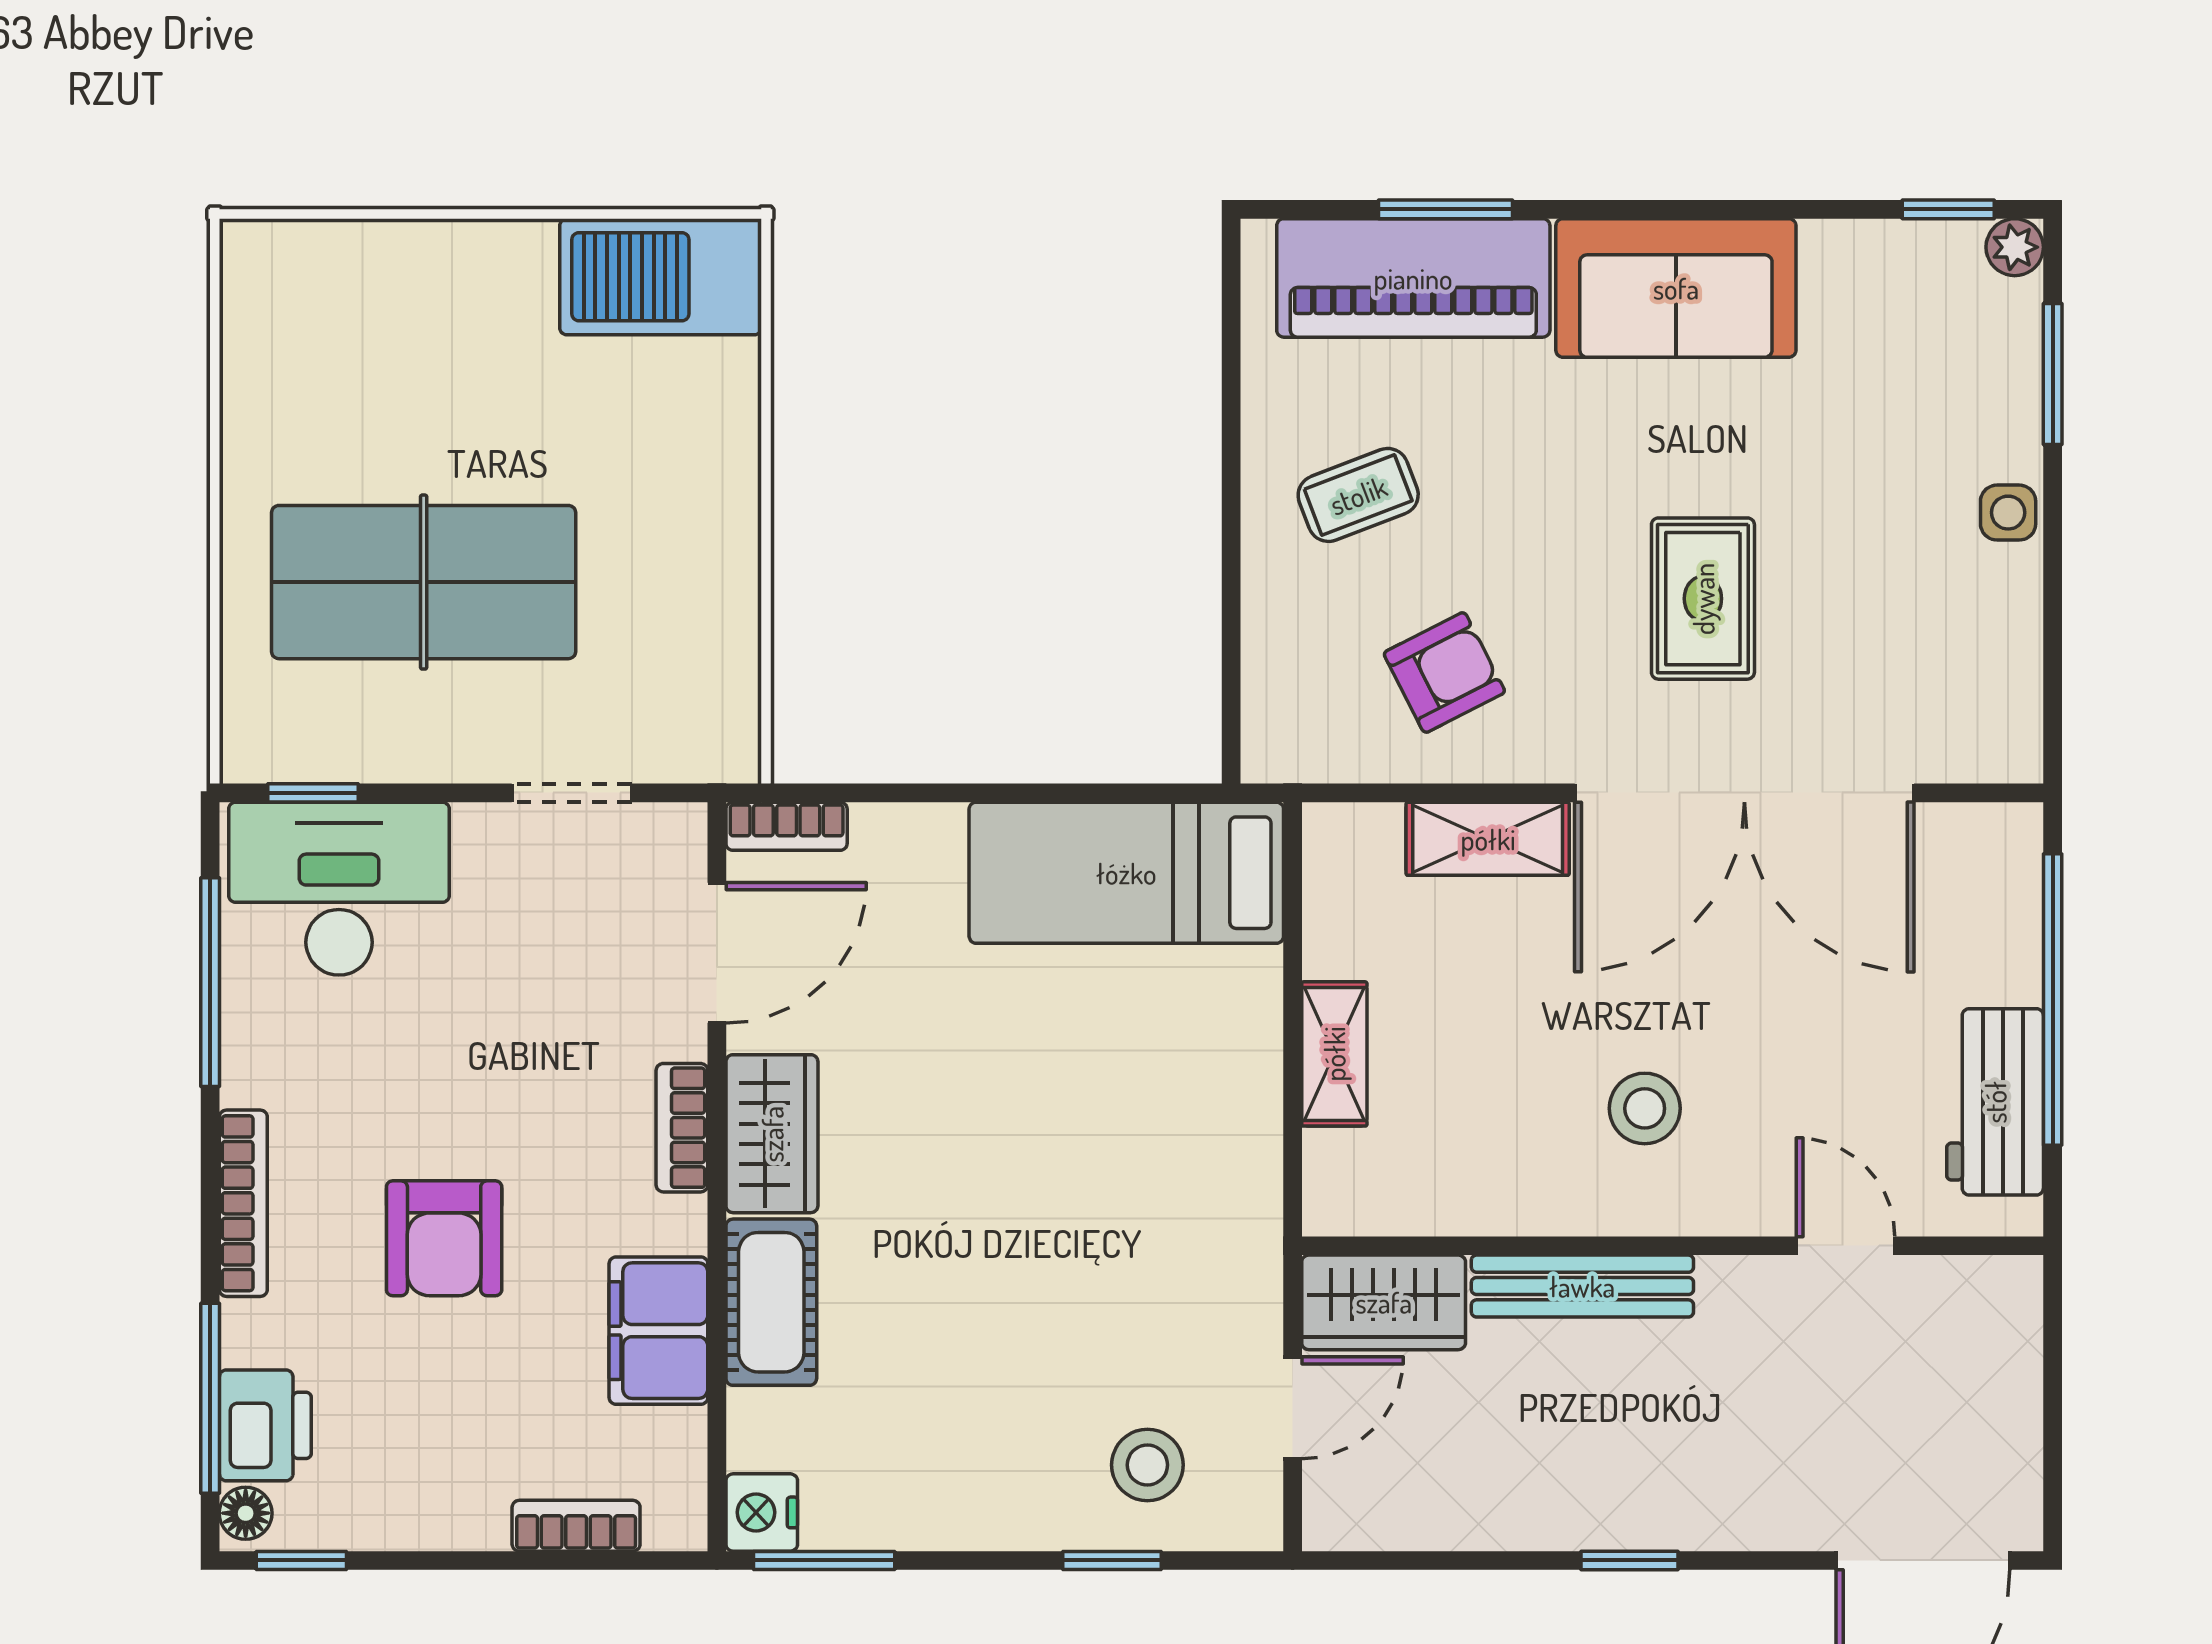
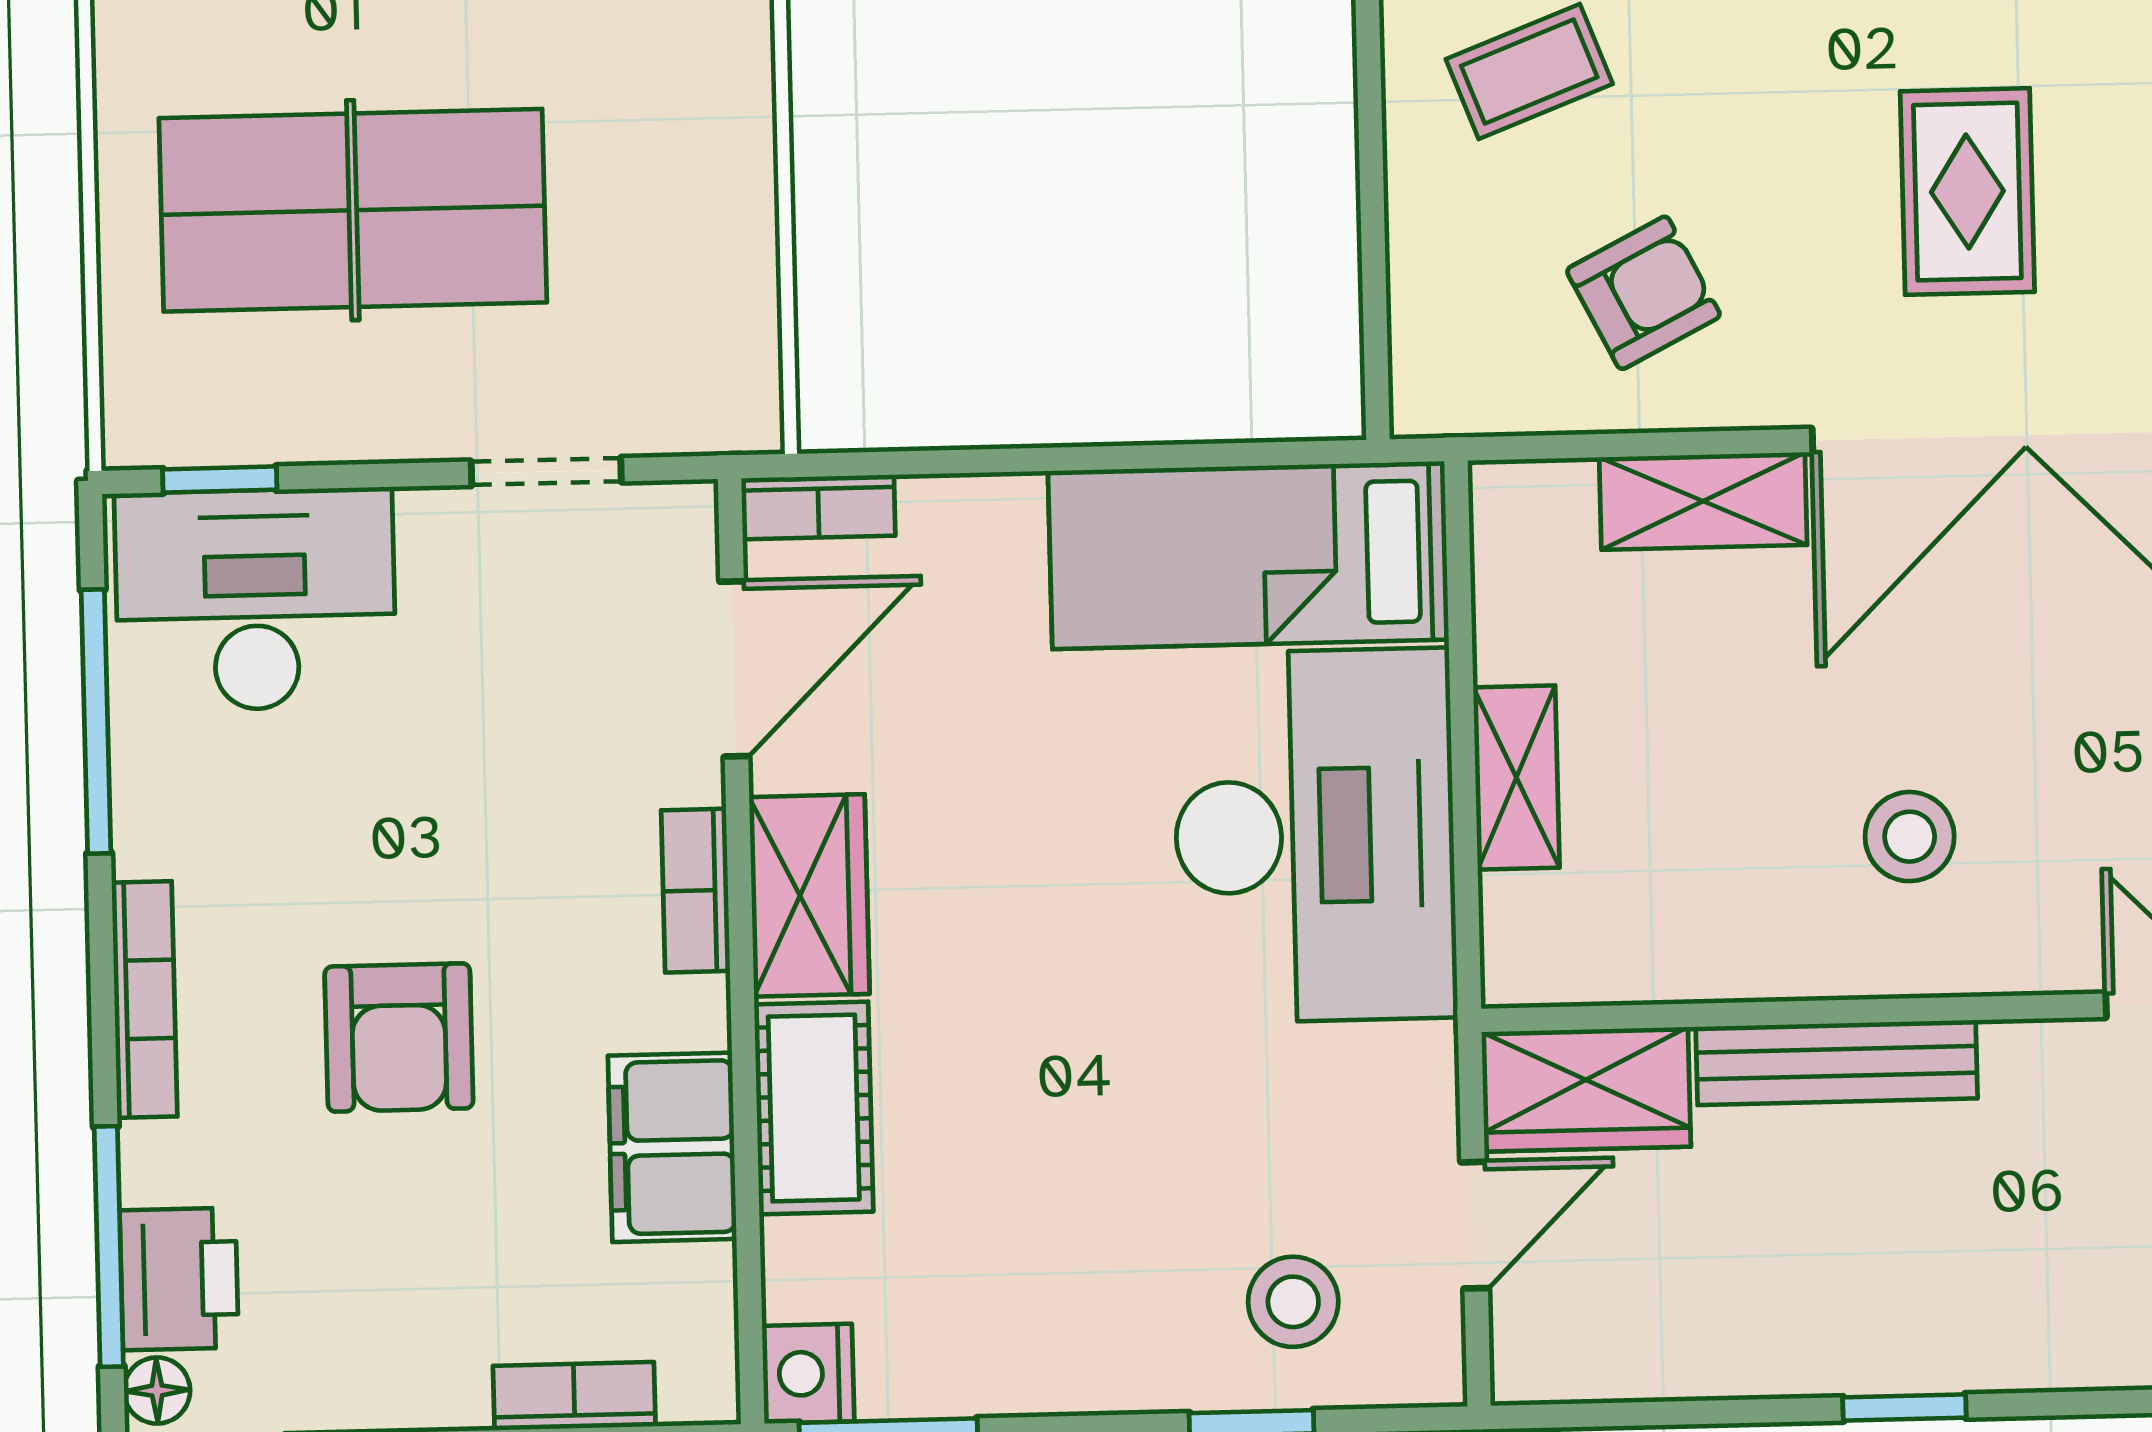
desk: (1174, 1096) -> (1315, 836), added

